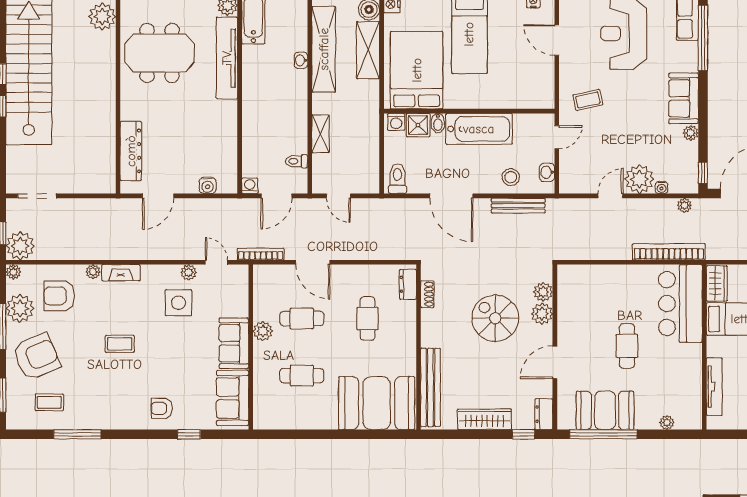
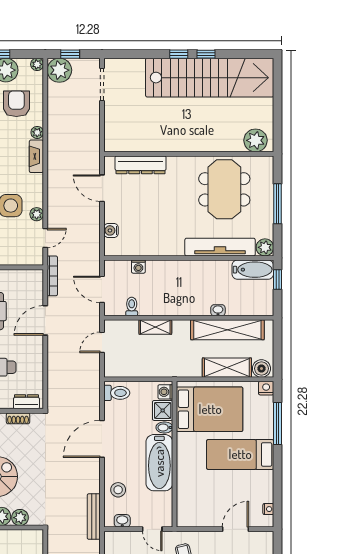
washing machine: (250, 186) -> (138, 267), moved, turned 90
bench: (518, 206) -> (94, 517), moved

